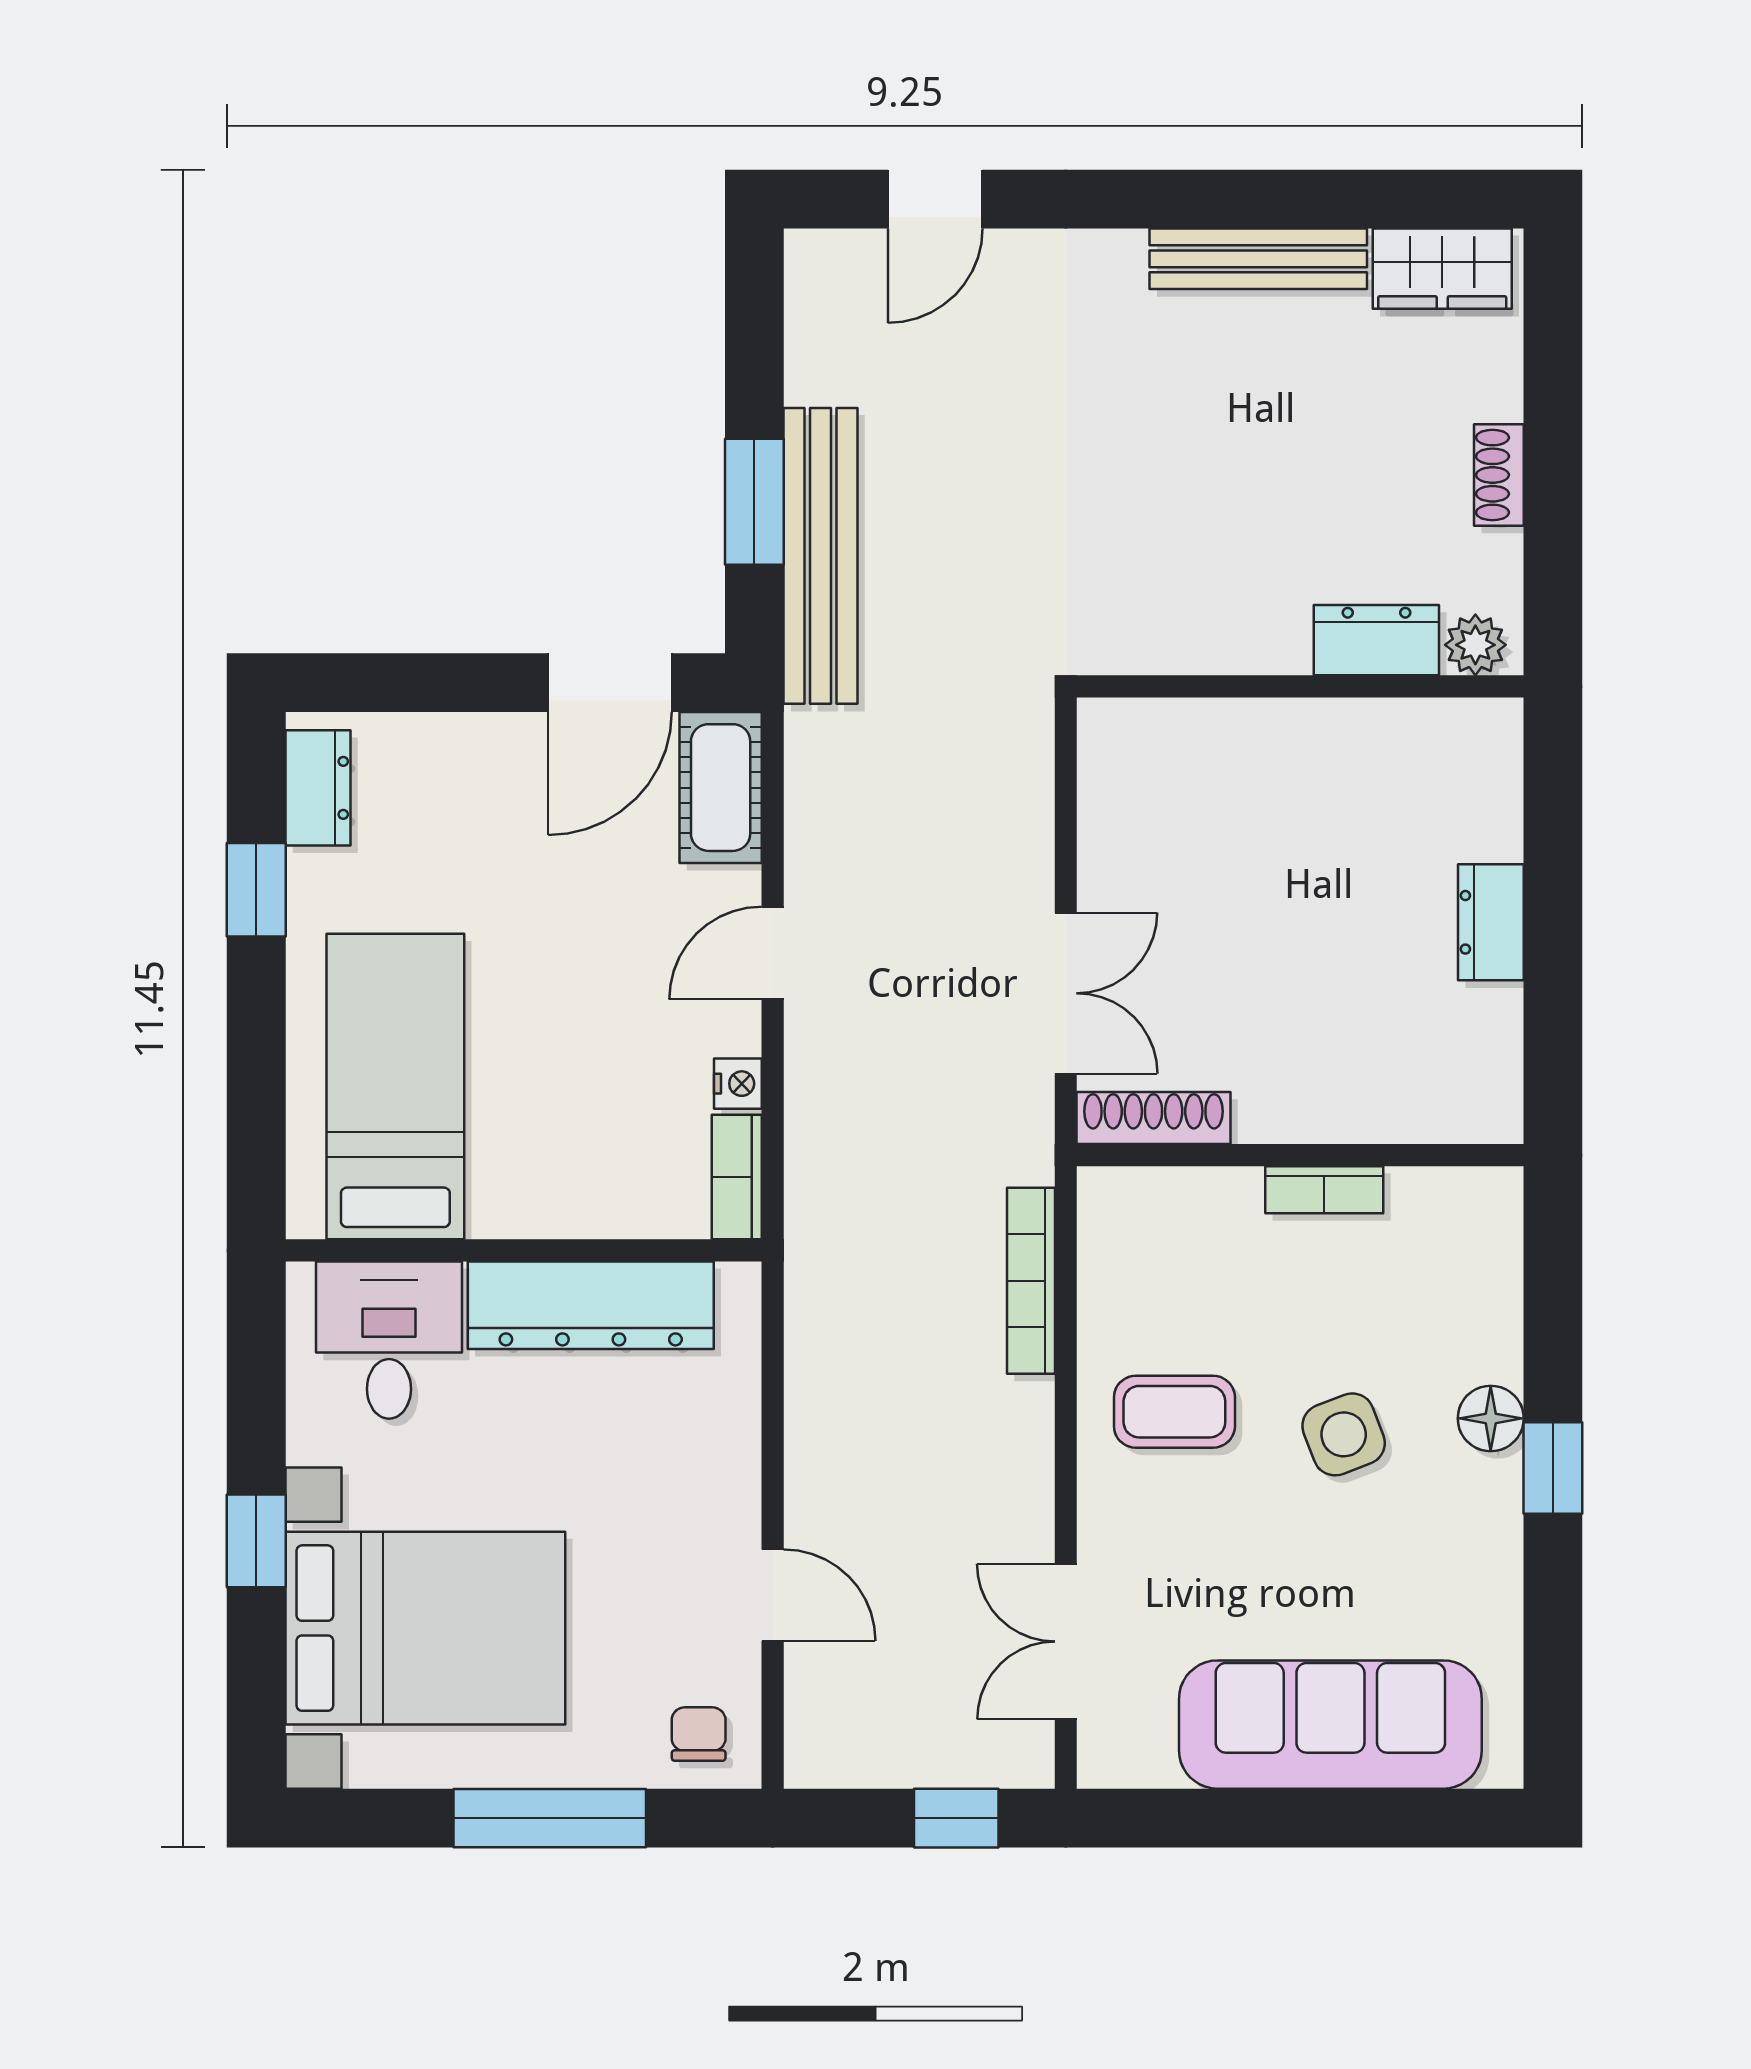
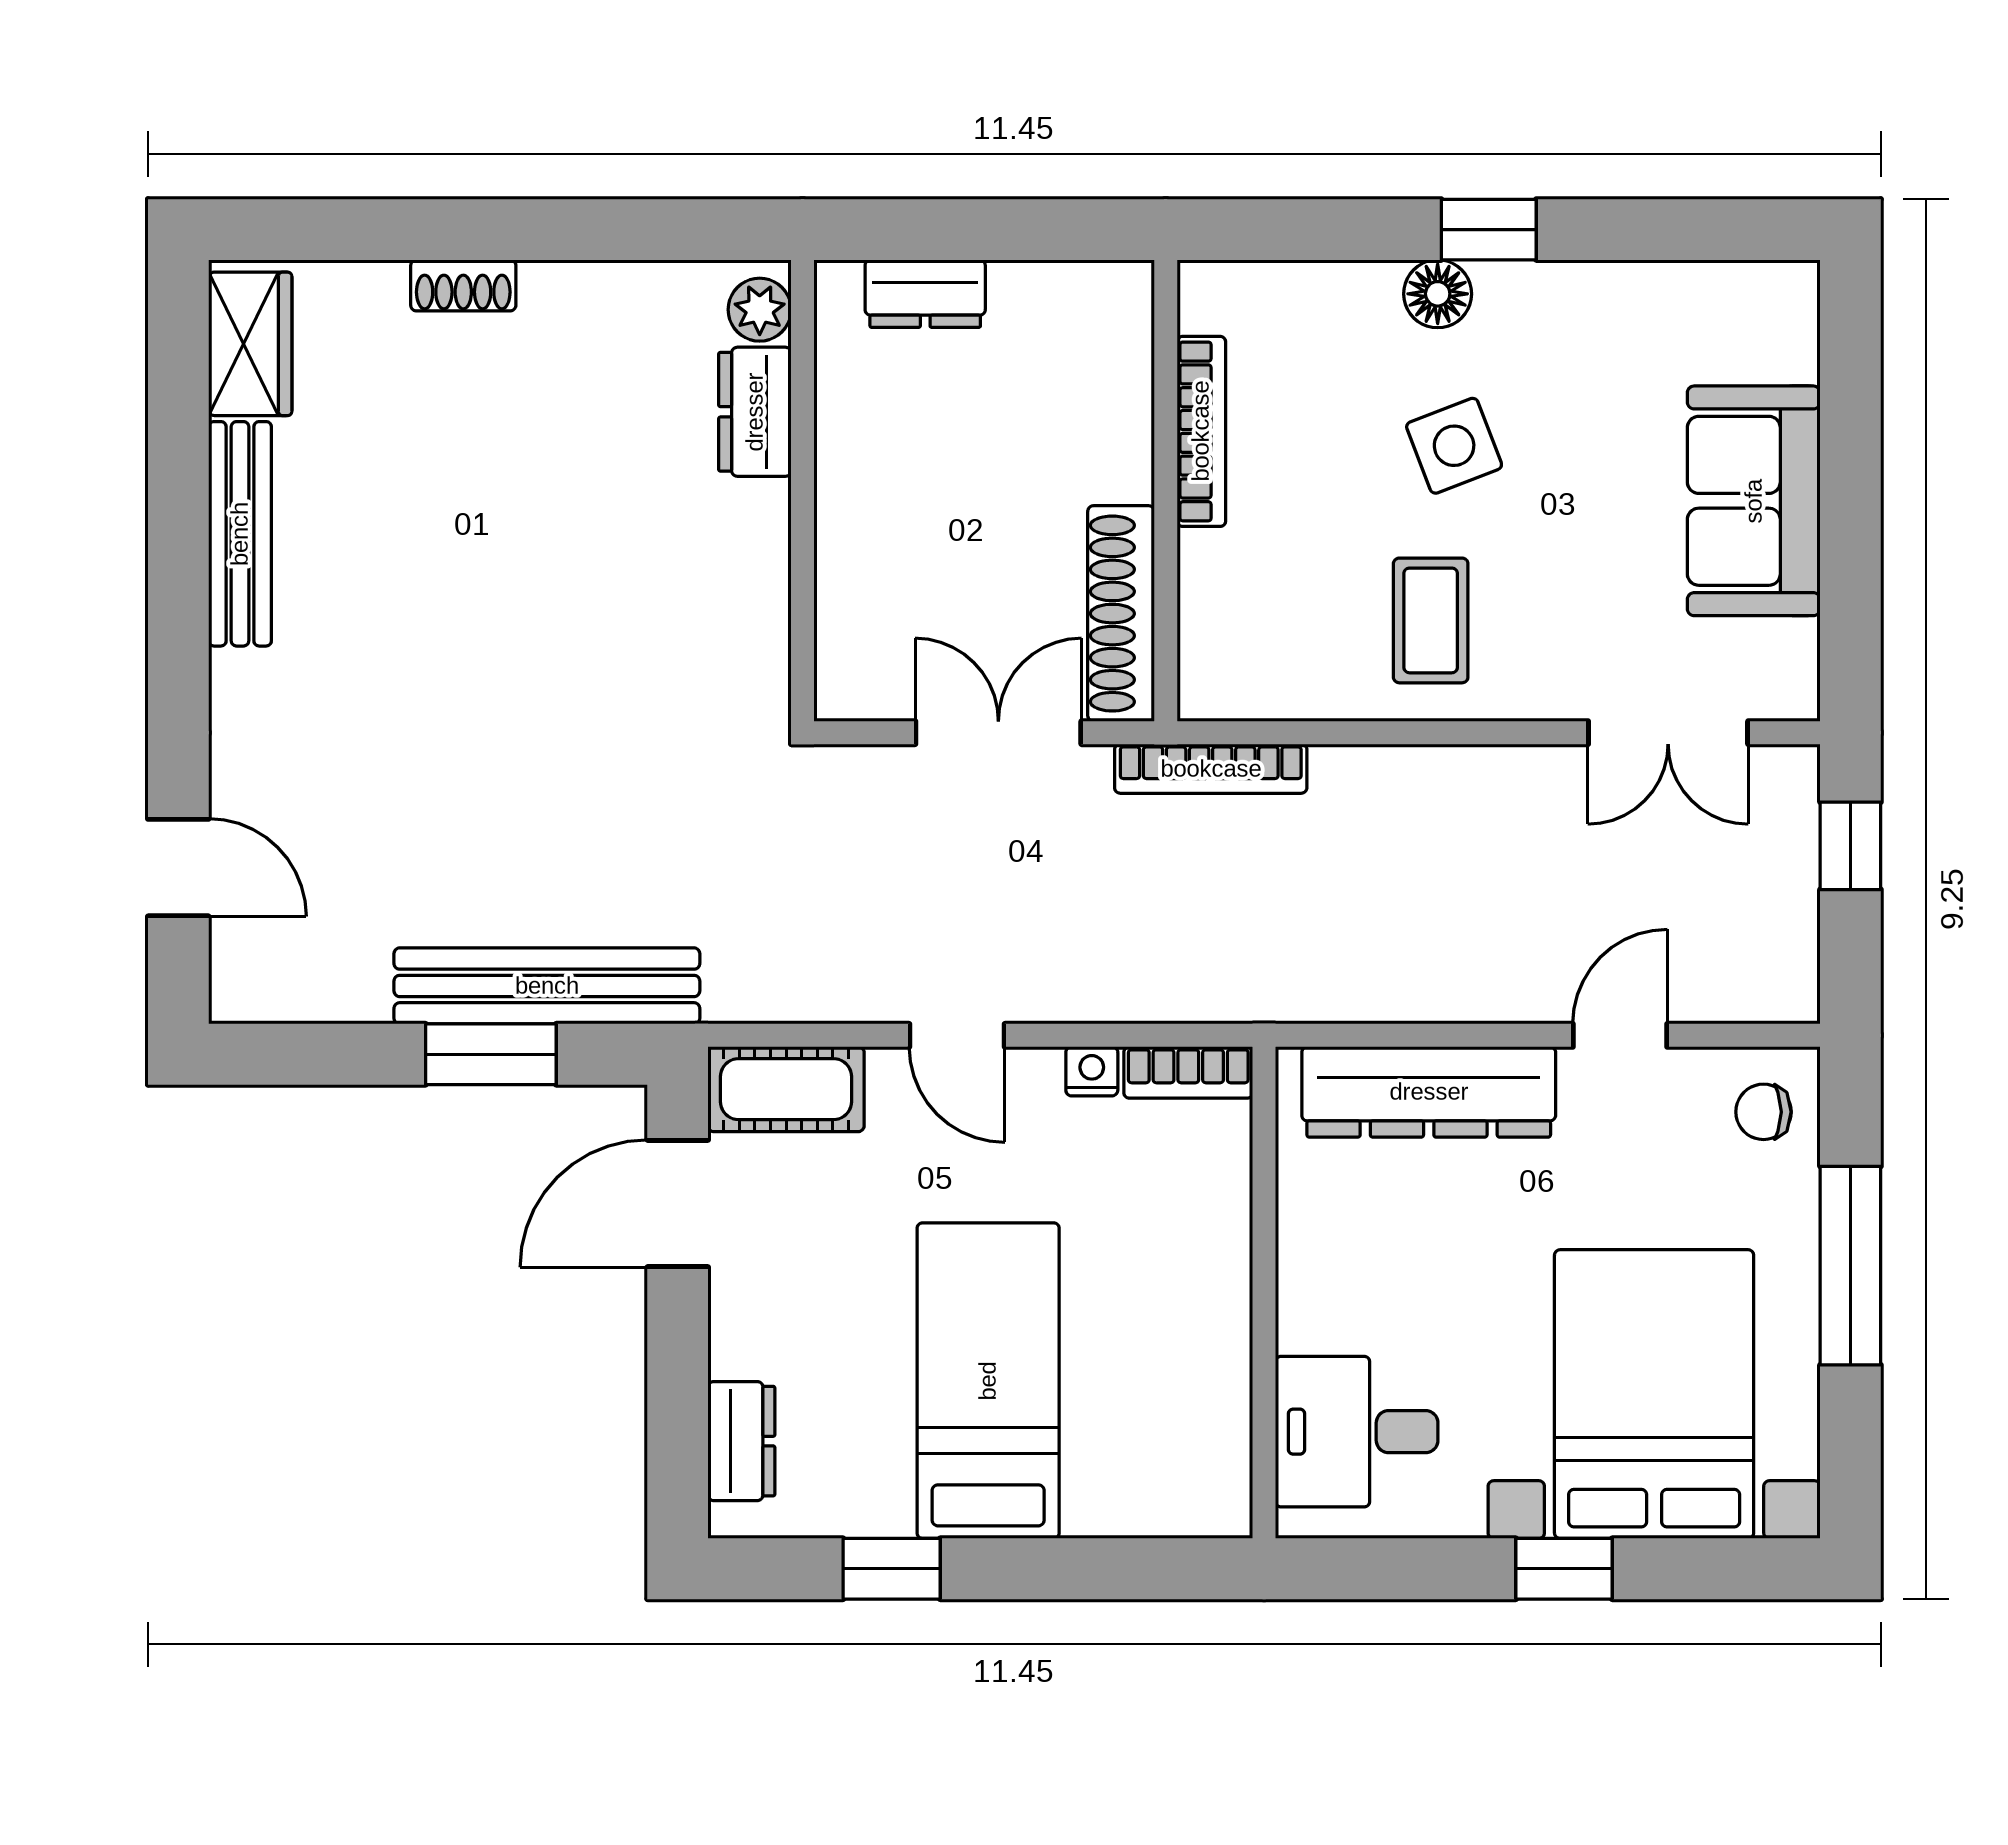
dresser: (1376, 640) -> (755, 412), moved
plant: (1475, 645) -> (760, 310), moved
door: (610, 683) -> (678, 1203), swing flipped
wall: (1300, 686) -> (803, 491), moved
dresser: (318, 788) -> (741, 1441), moved, turned 90
bed: (395, 1087) -> (988, 1381), moved, turned 90
shoe rack: (1154, 1118) -> (1121, 614), width x1.36, depth x1.24
bookcase: (1324, 1190) -> (1201, 431), width x1.56
bookcase: (1031, 1281) -> (1211, 769), moved
dresser: (591, 1305) -> (1429, 1092), moved, turned 90
sofa: (1330, 1725) -> (1754, 501), width x0.73

